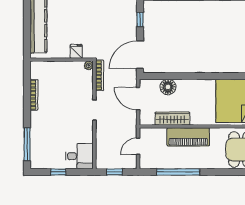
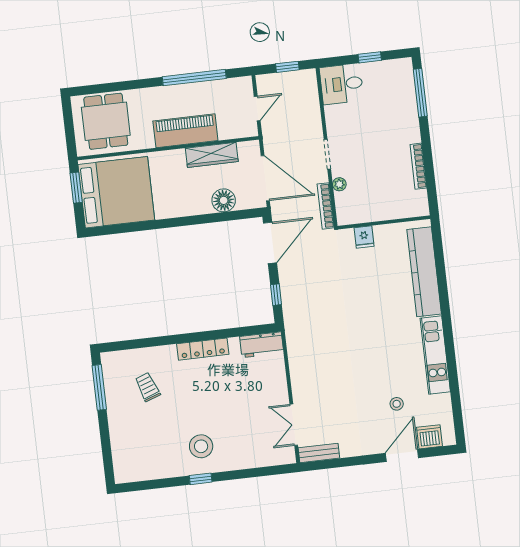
plant: (89, 65) -> (339, 184), moved
door: (138, 99) -> (265, 178), width x1.36

